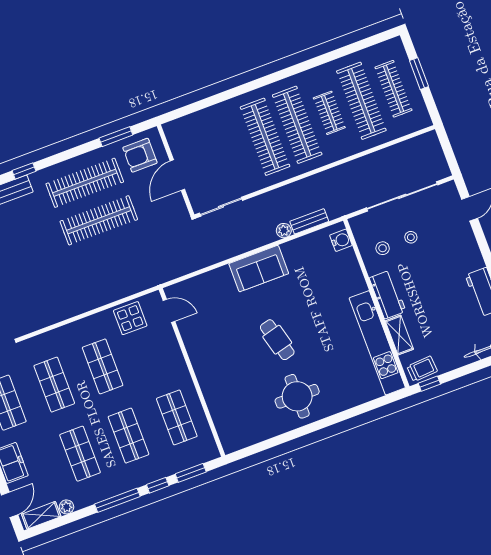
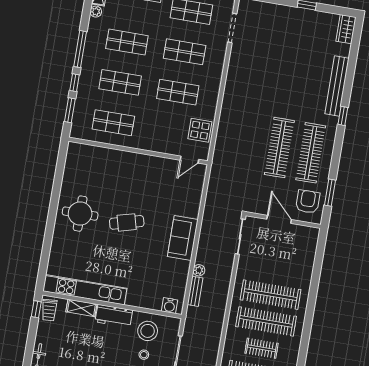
stool: (383, 248) -> (148, 331), width x1.89, depth x1.89

